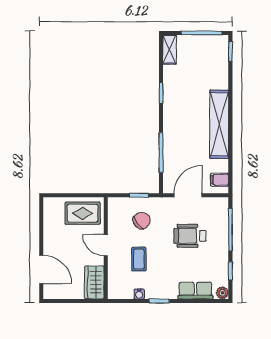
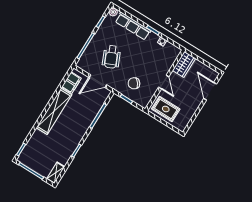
filing cabinet: (220, 180) -> (71, 83), width x2.00
wheelchair: (190, 236) -> (111, 57), turned 66
coffee table: (139, 259) -> (150, 62), removed
row of seats: (195, 291) -> (133, 26), width x1.48

